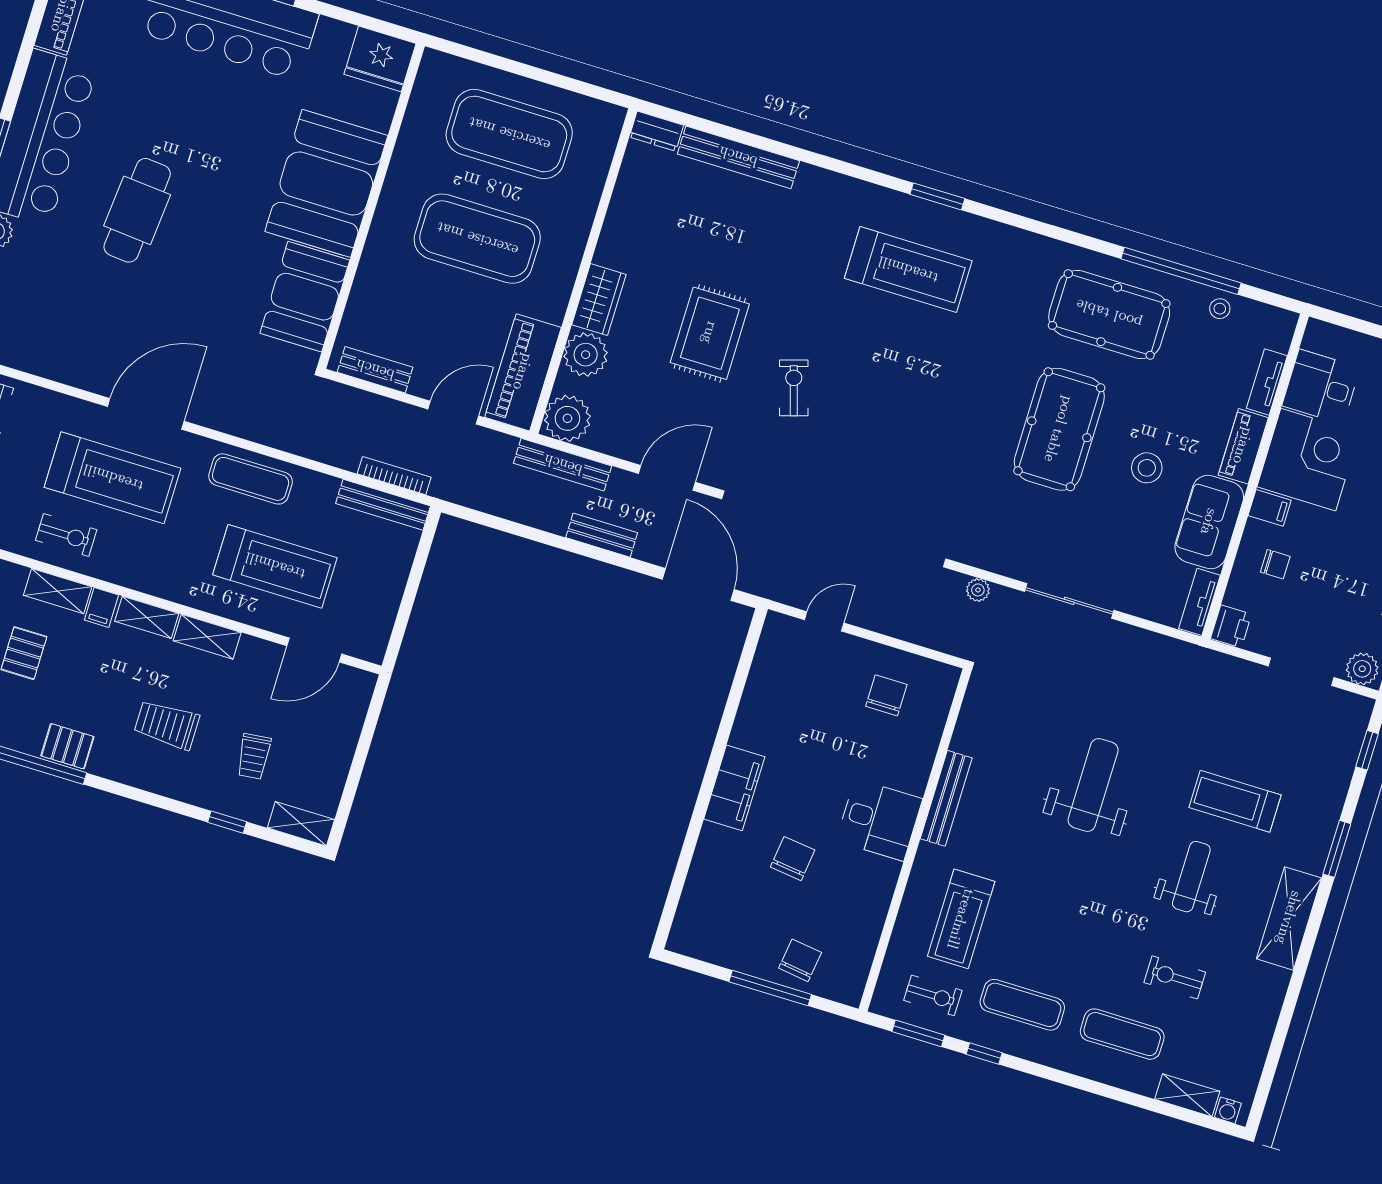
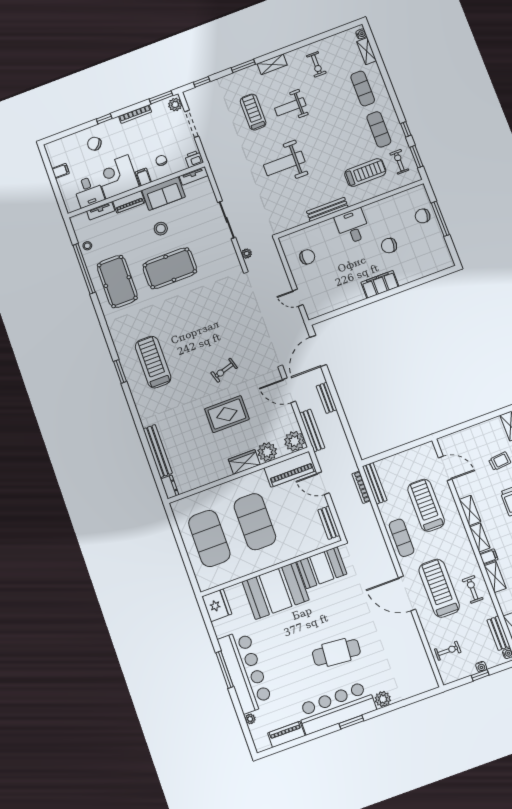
chair: (886, 695) -> (307, 257), turned 180
treadmill: (1235, 801) -> (253, 112), turned 180
shelving: (1289, 918) -> (272, 64), width x0.67, depth x0.75
exercise bike: (1175, 977) -> (316, 64), moved

